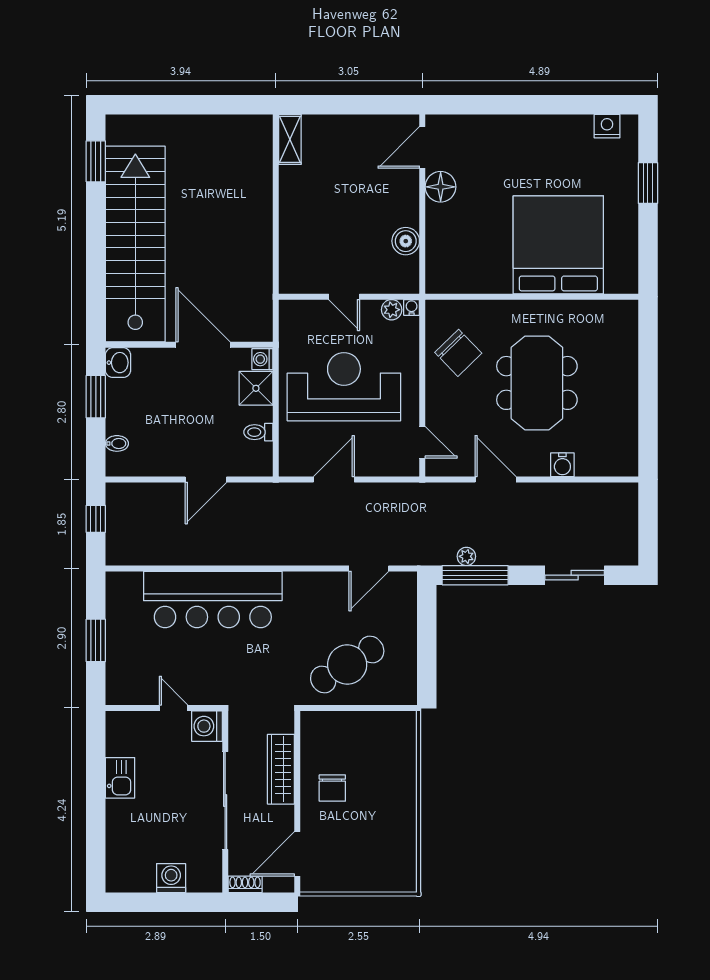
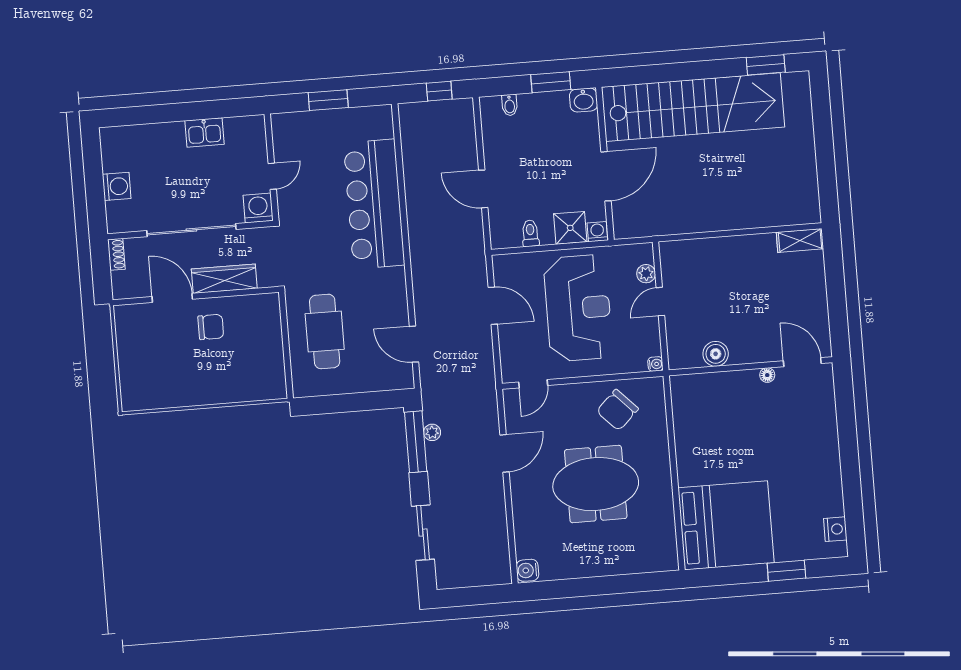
floor lamp: (441, 187) -> (767, 375), width x0.53, depth x0.53
bed: (558, 245) -> (726, 525), moved
plant: (392, 310) -> (646, 274), moved
water cooler: (562, 465) -> (527, 570), moved
cafe table: (347, 665) -> (325, 331), turned 32
chair: (332, 788) -> (211, 327), turned 180
door: (297, 854) -> (172, 298), moved

